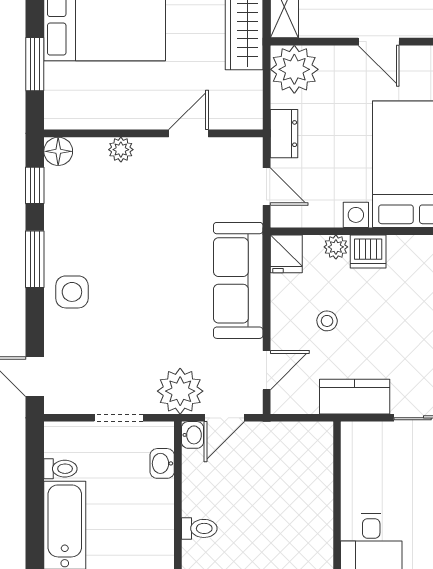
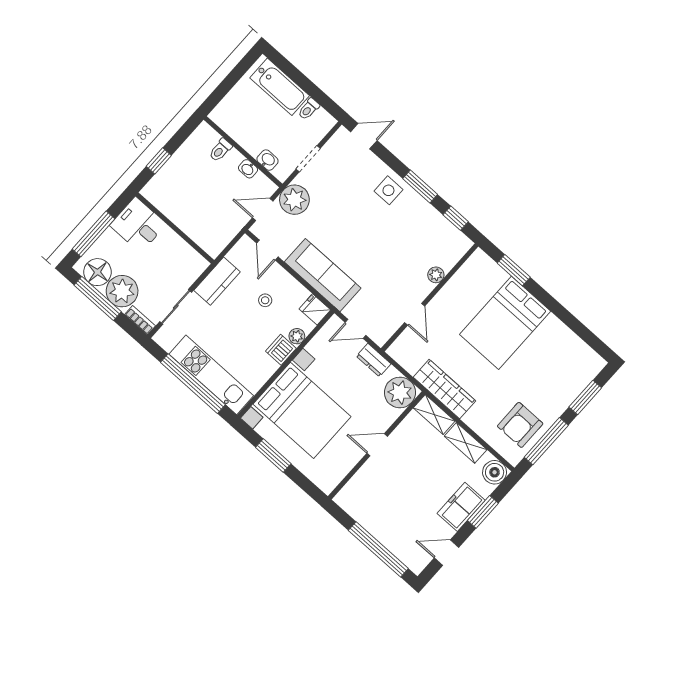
floor lamp: (58, 151) -> (462, 244), removed
door: (224, 418) -> (263, 210), hinge flipped
washbasin: (192, 435) -> (248, 169), moved

